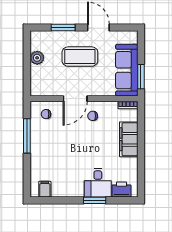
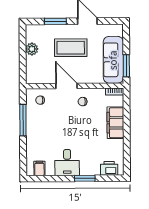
door: (75, 99) -> (67, 86), swing flipped
desk: (98, 183) -> (67, 162), moved

